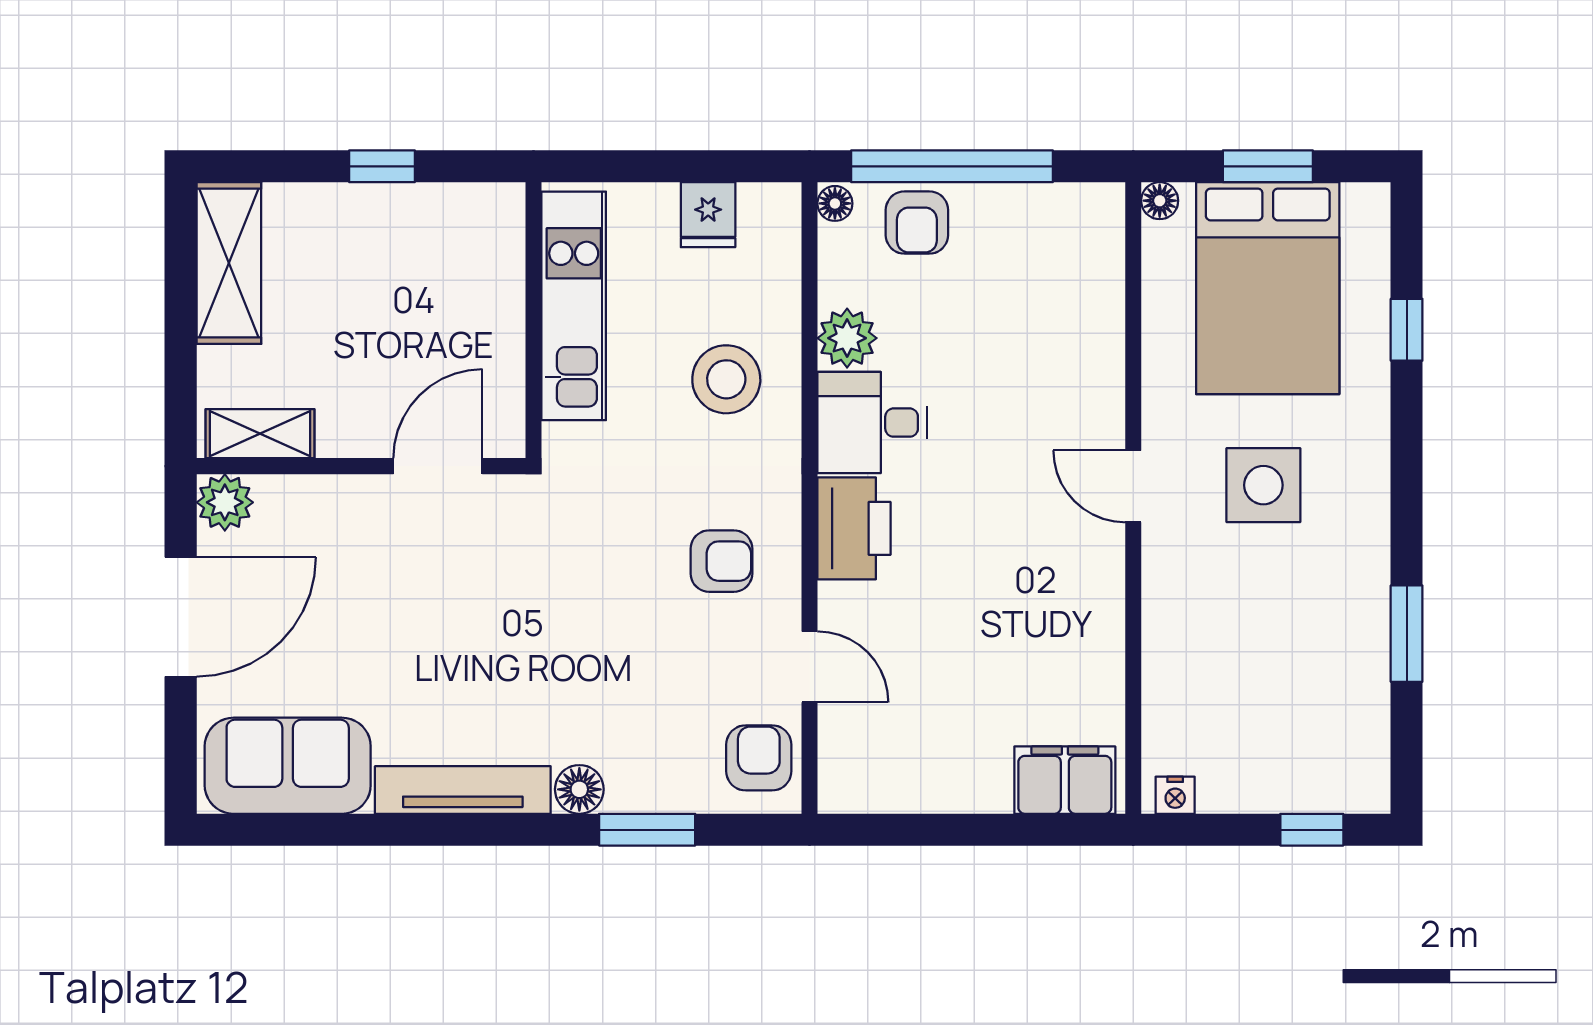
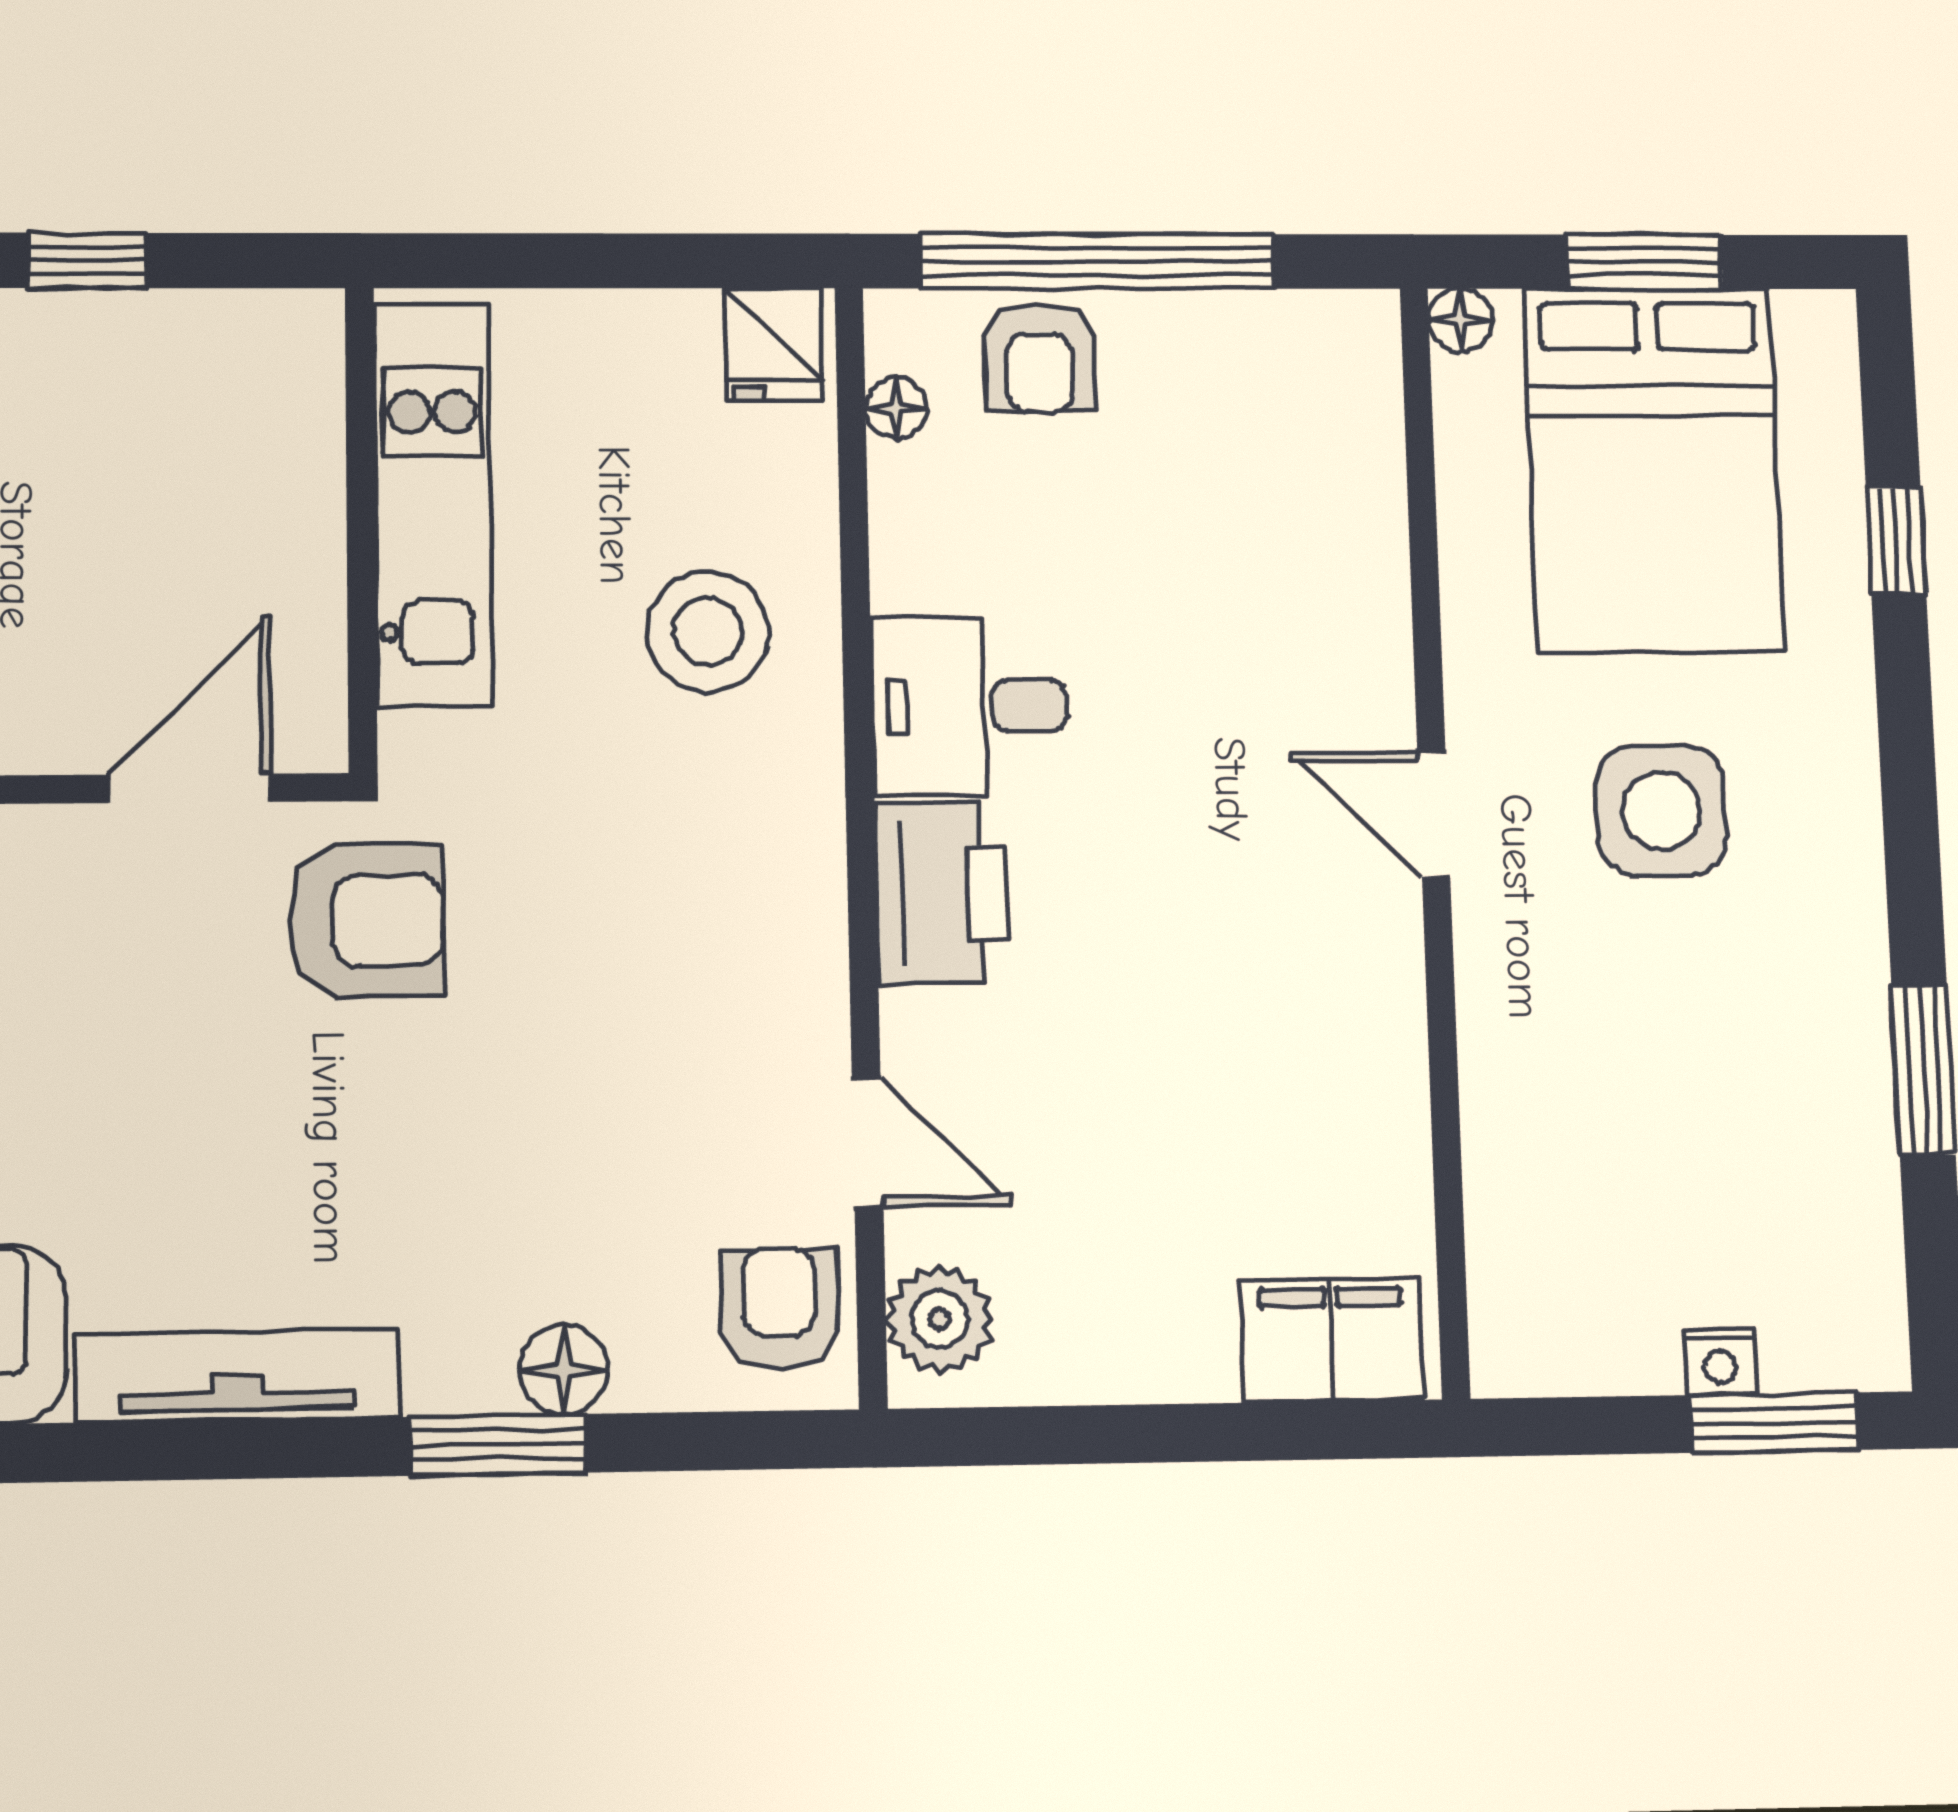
floor lamp: (835, 203) -> (896, 408), moved
fridge: (708, 215) -> (773, 344), moved
plant: (847, 338) -> (939, 1319), moved
armchair: (721, 561) -> (367, 920), moved, width x1.38, depth x1.38
floor lamp: (579, 789) -> (564, 1370), moved
nightstand: (1175, 795) -> (1720, 1361), moved
window: (647, 830) -> (498, 1445), moved
window: (1312, 830) -> (1774, 1423), width x1.50

